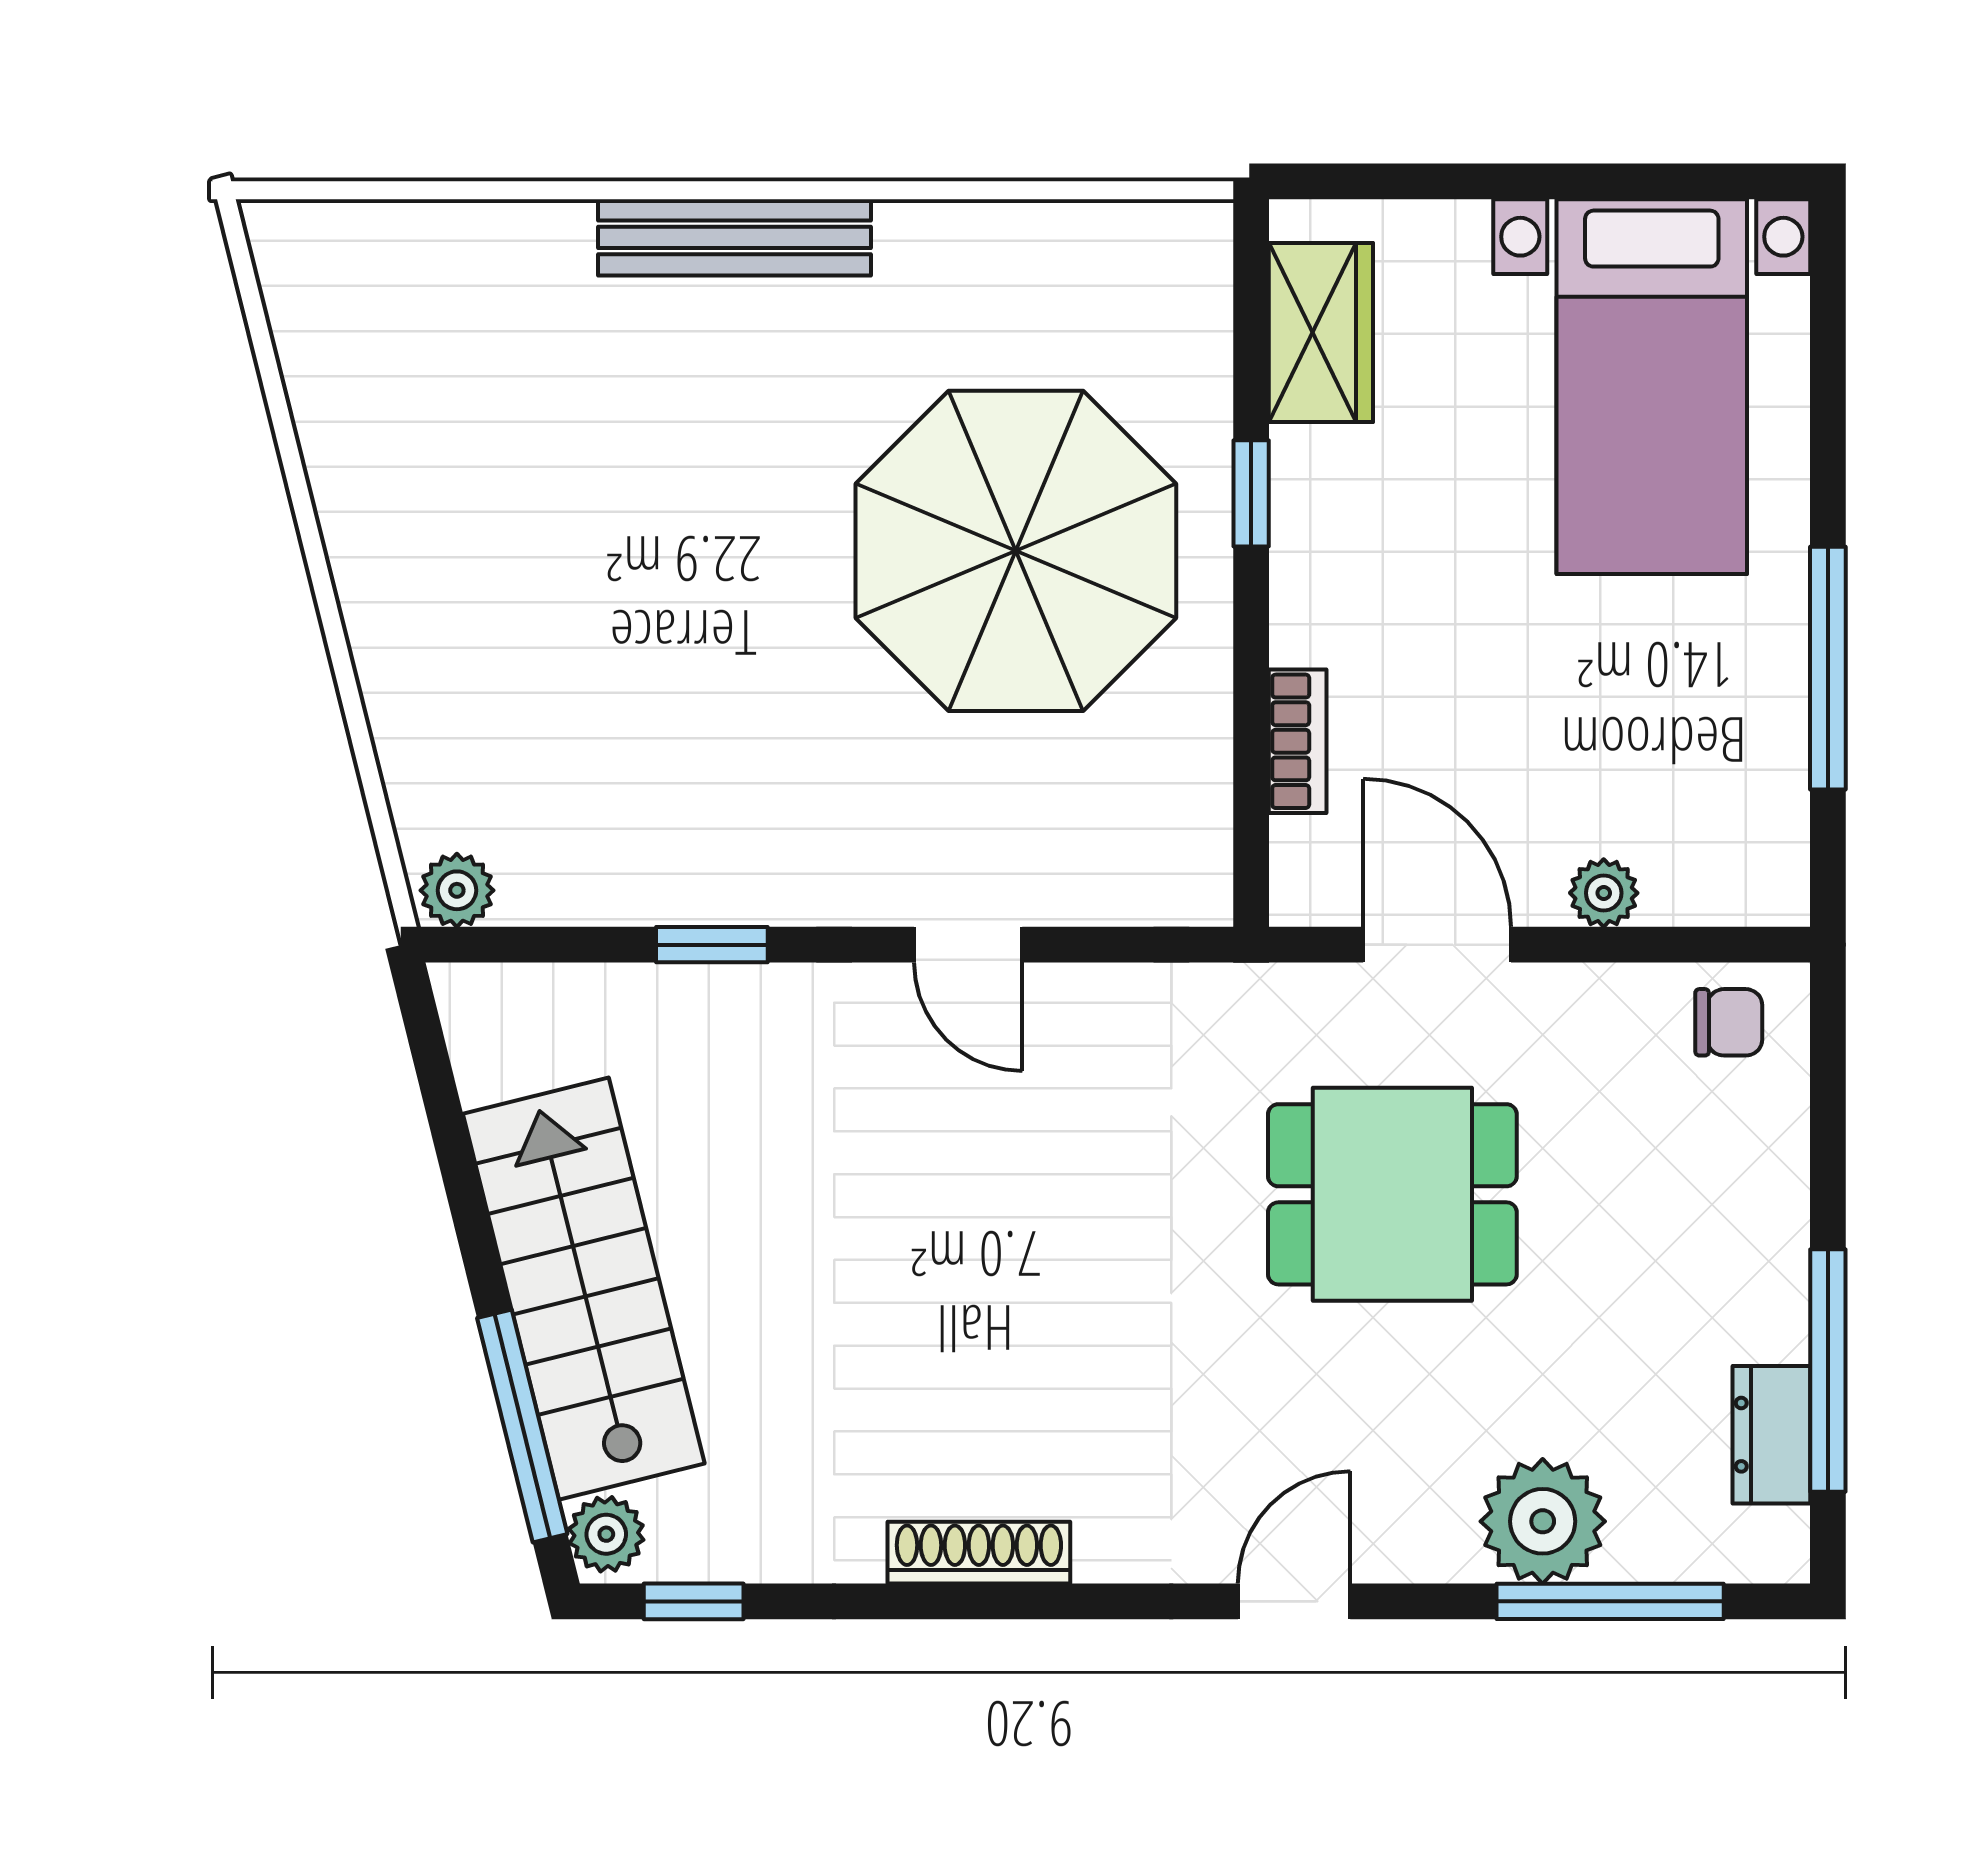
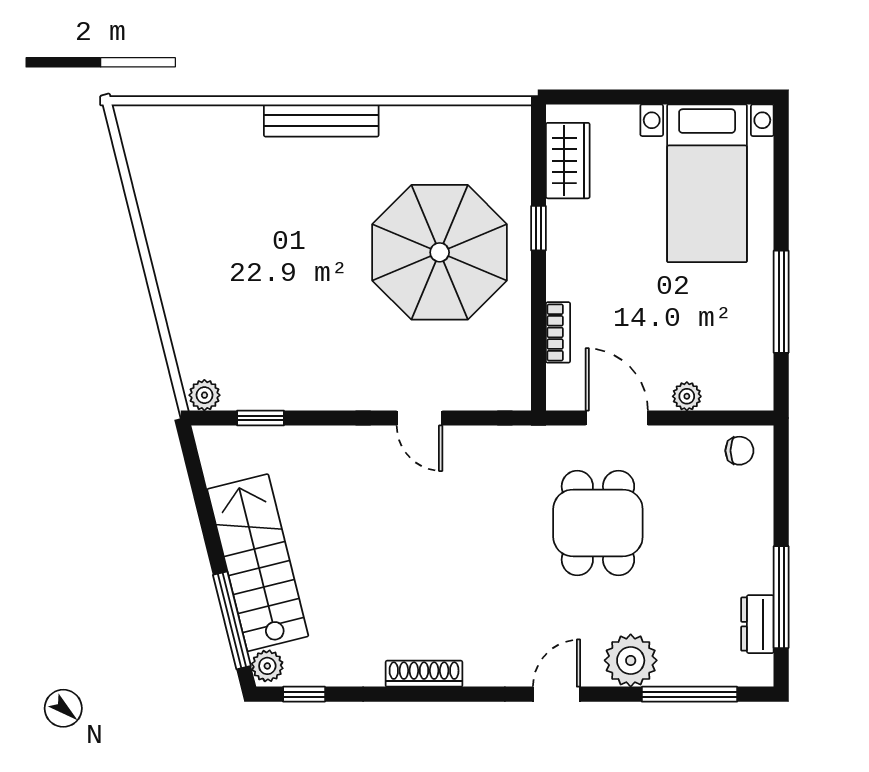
window: (712, 945) -> (260, 418), moved
dining table: (1392, 1194) -> (598, 523), turned 90
plant: (1543, 1521) -> (631, 660), moved

